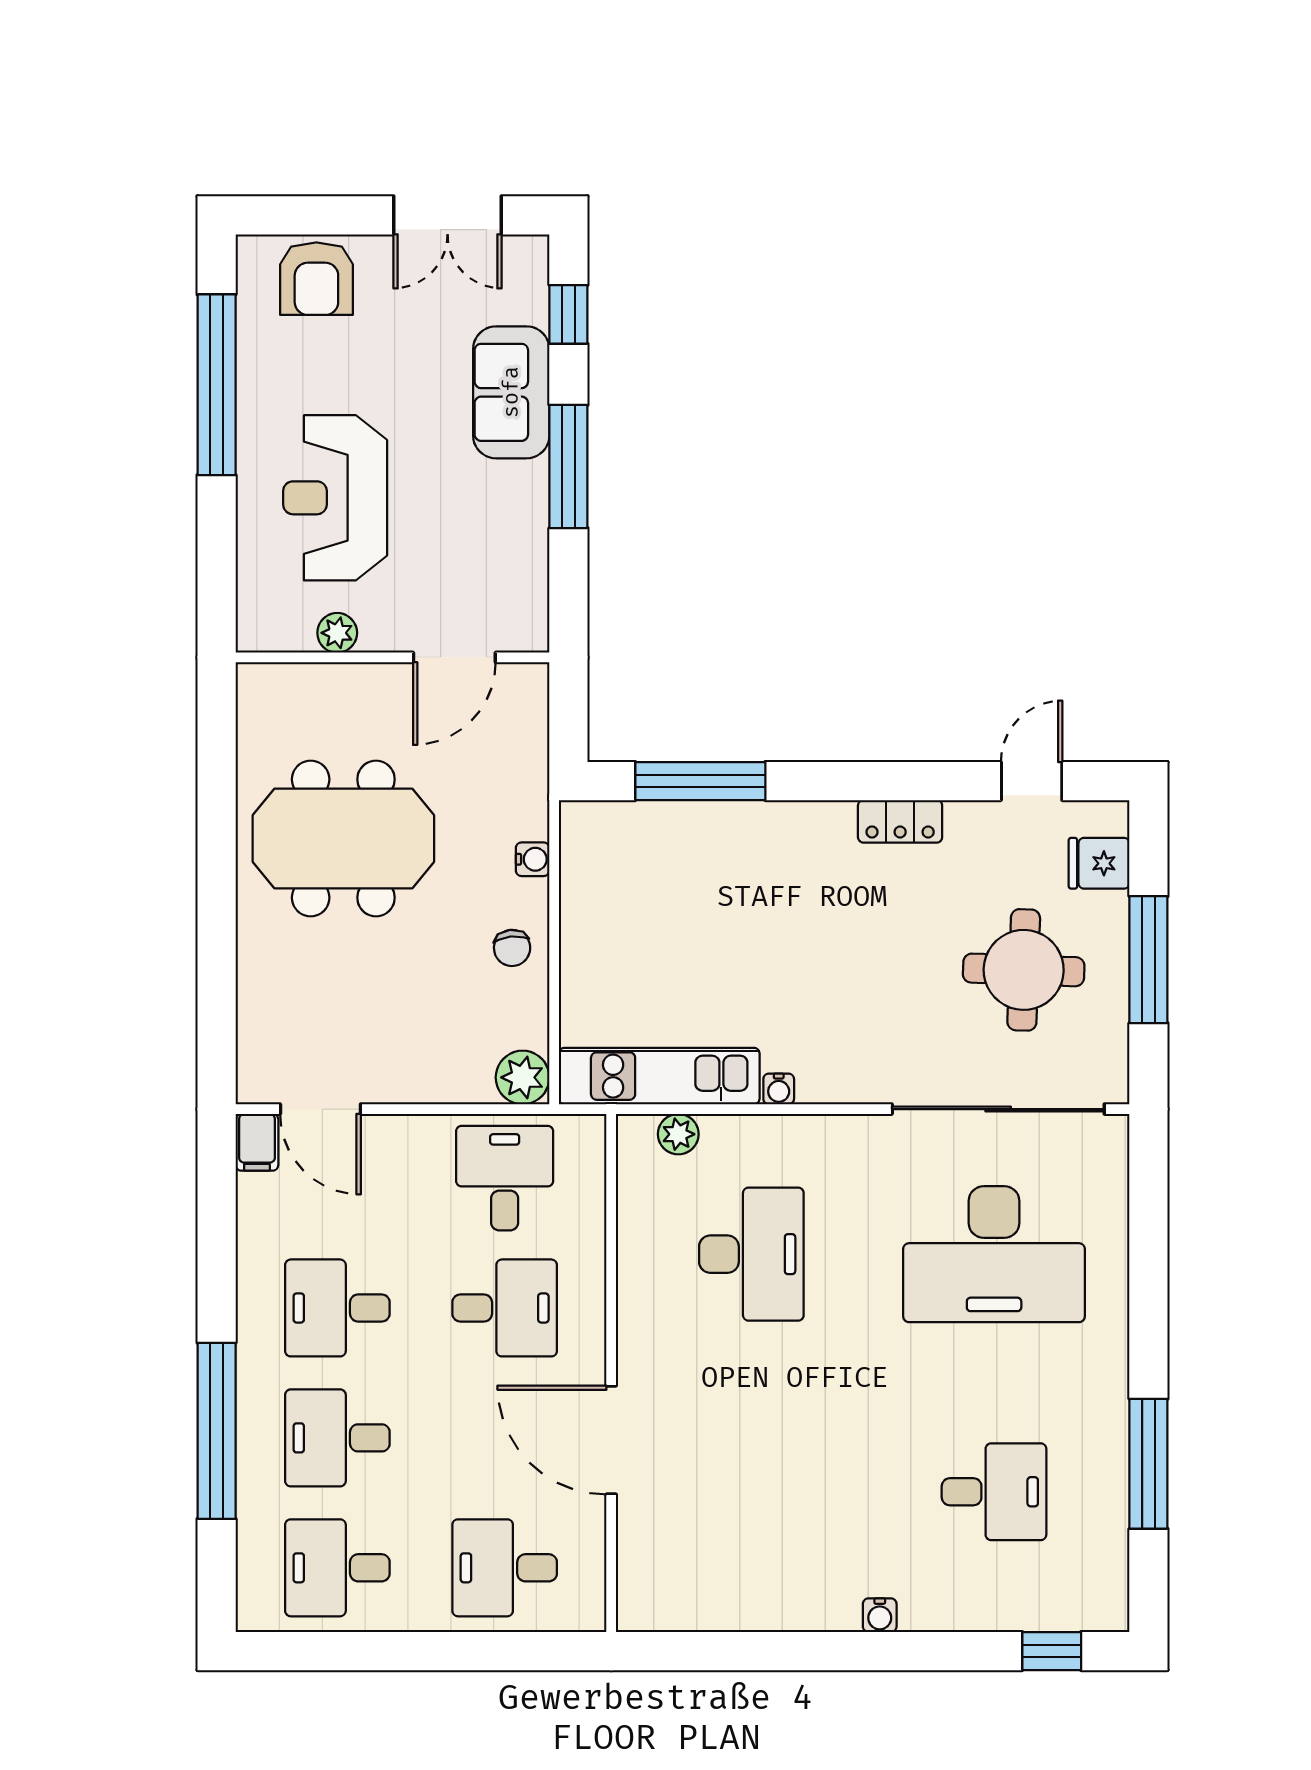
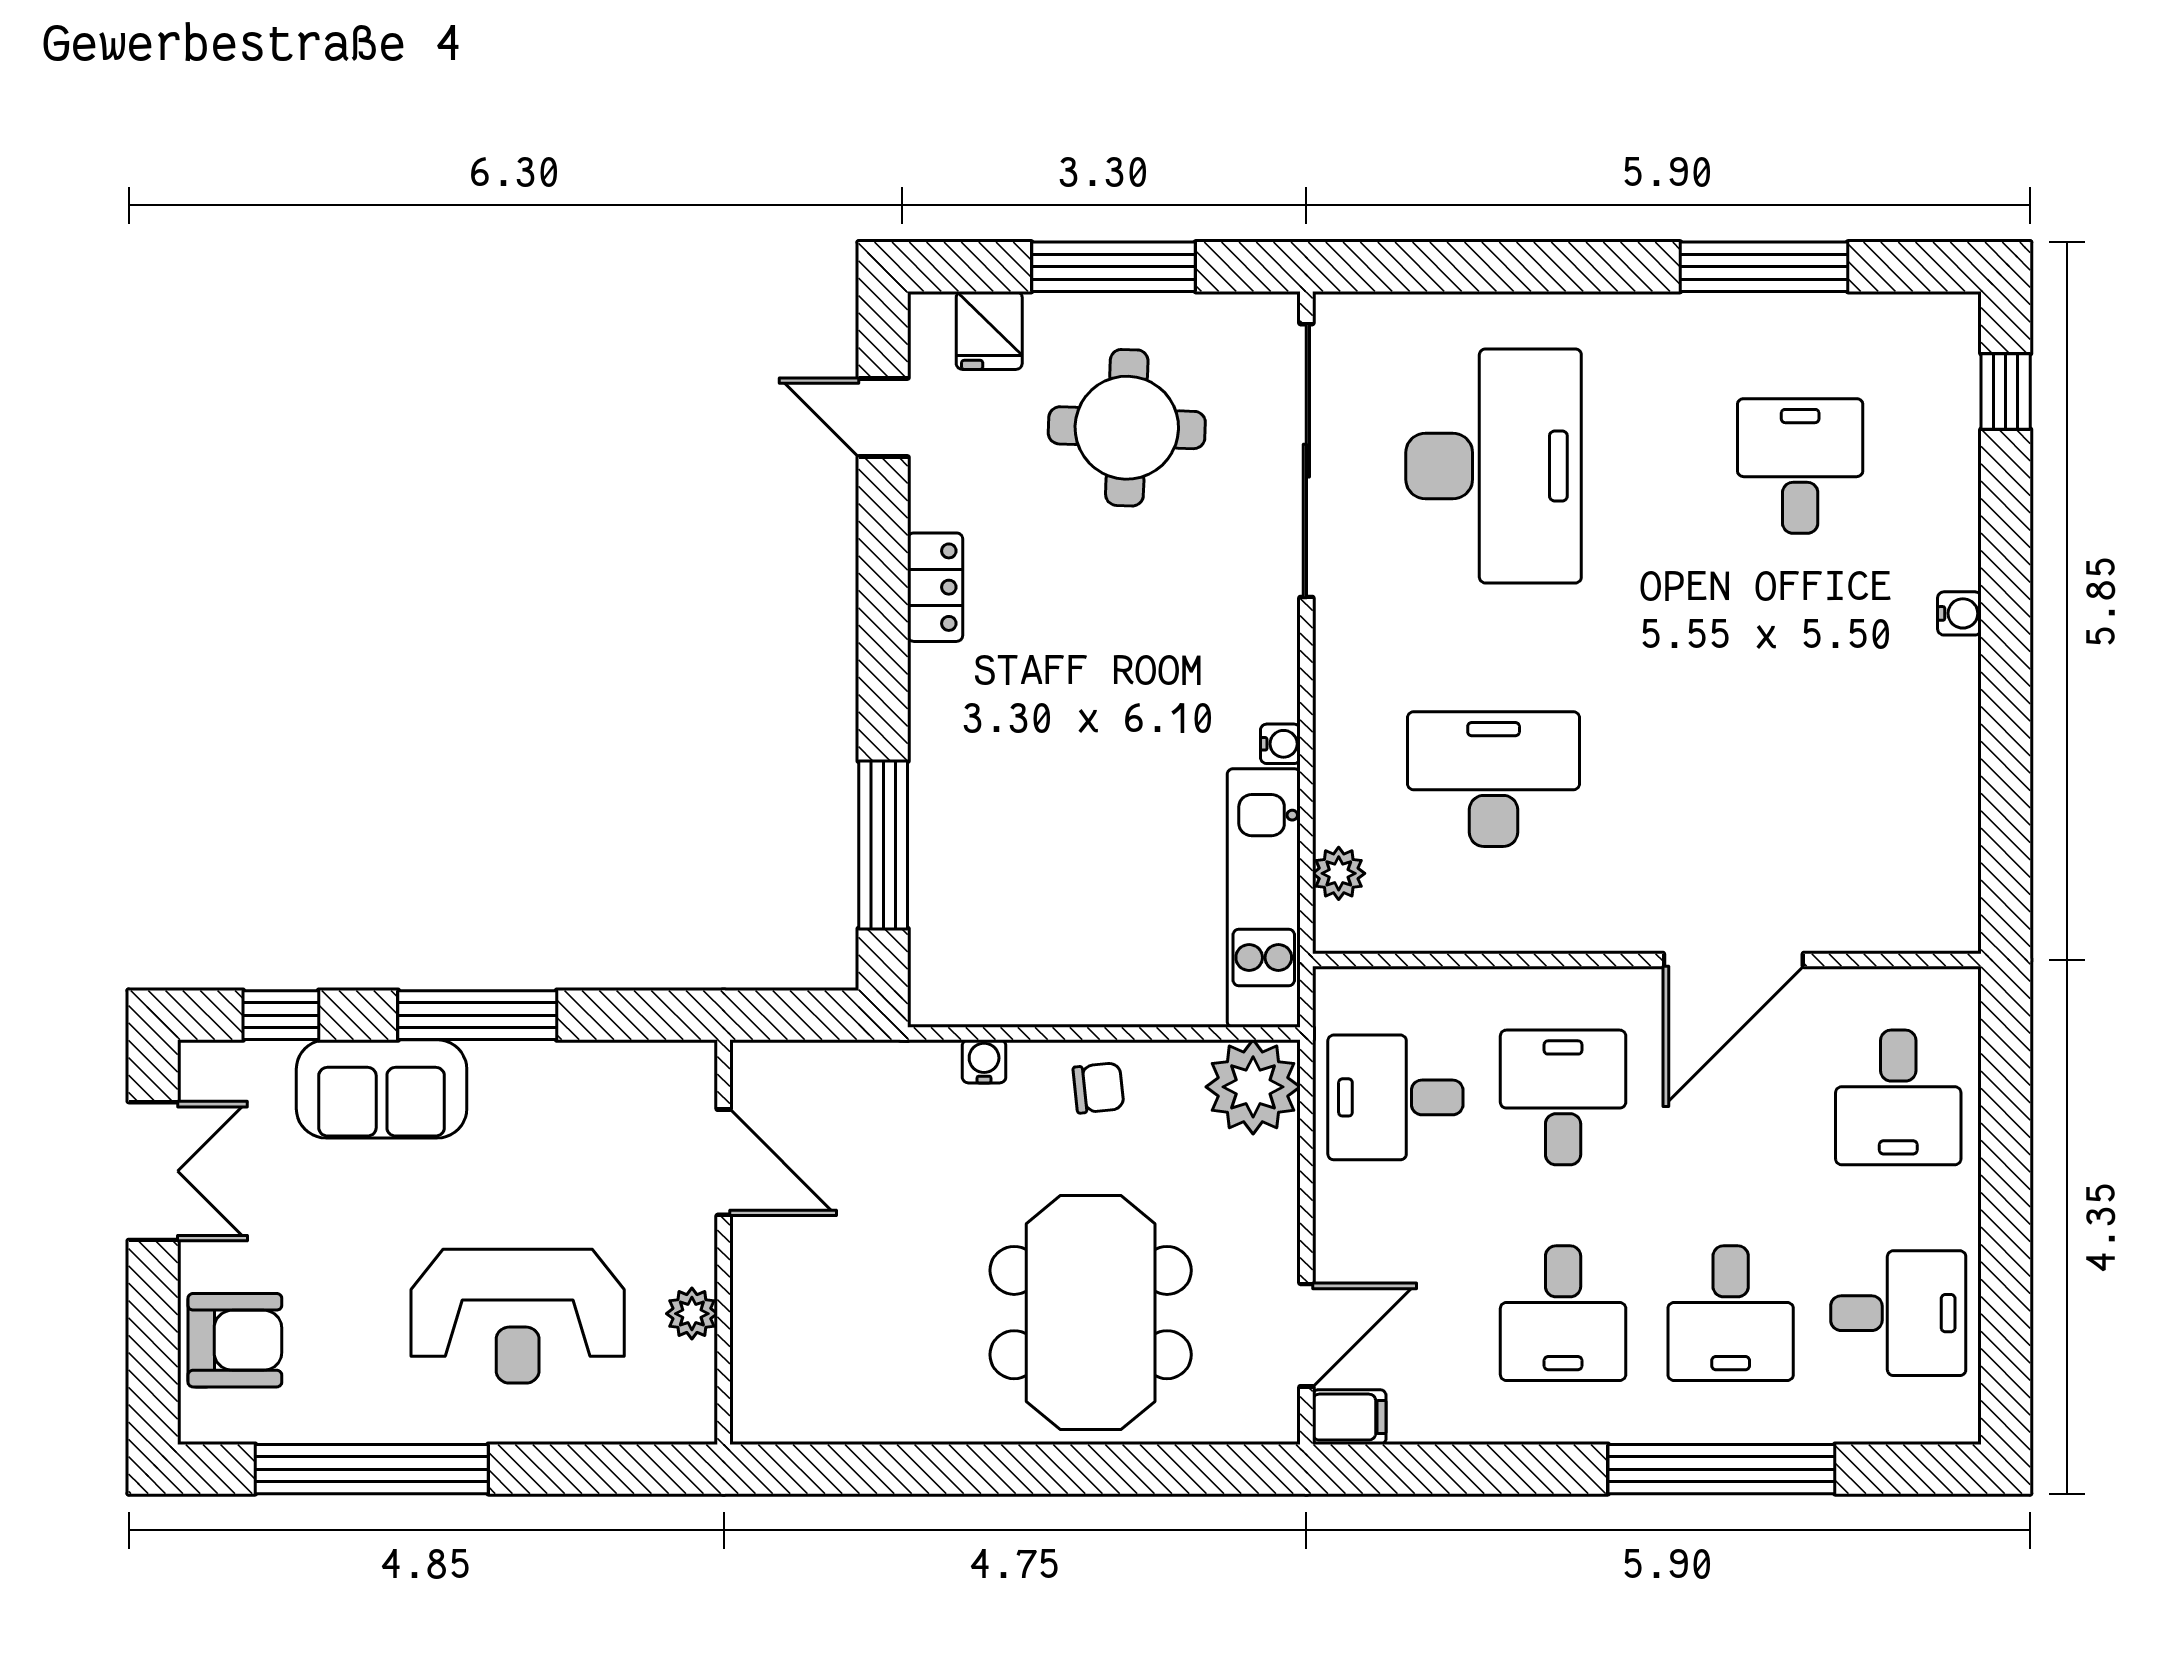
meeting table: (343, 838) -> (1091, 1313), moved
plant: (523, 1077) -> (1253, 1087), width x1.36, depth x1.36
desk: (337, 1568) -> (1898, 1313), turned -90

